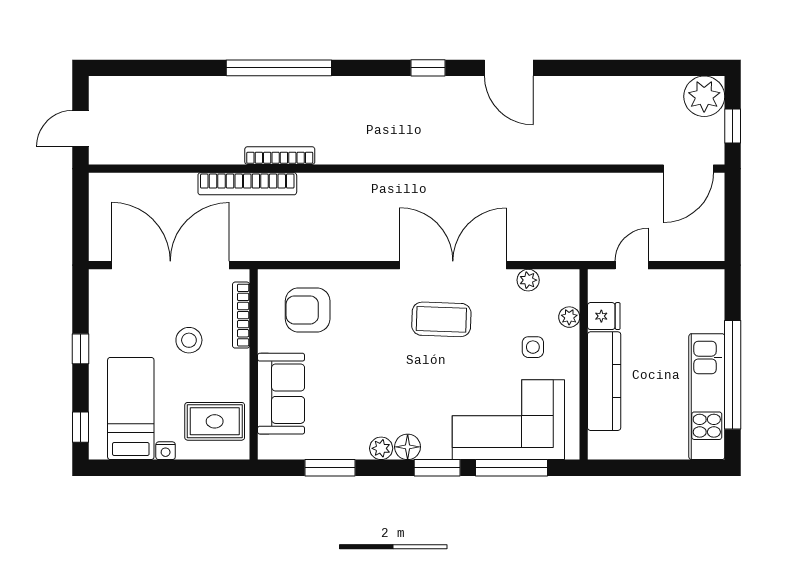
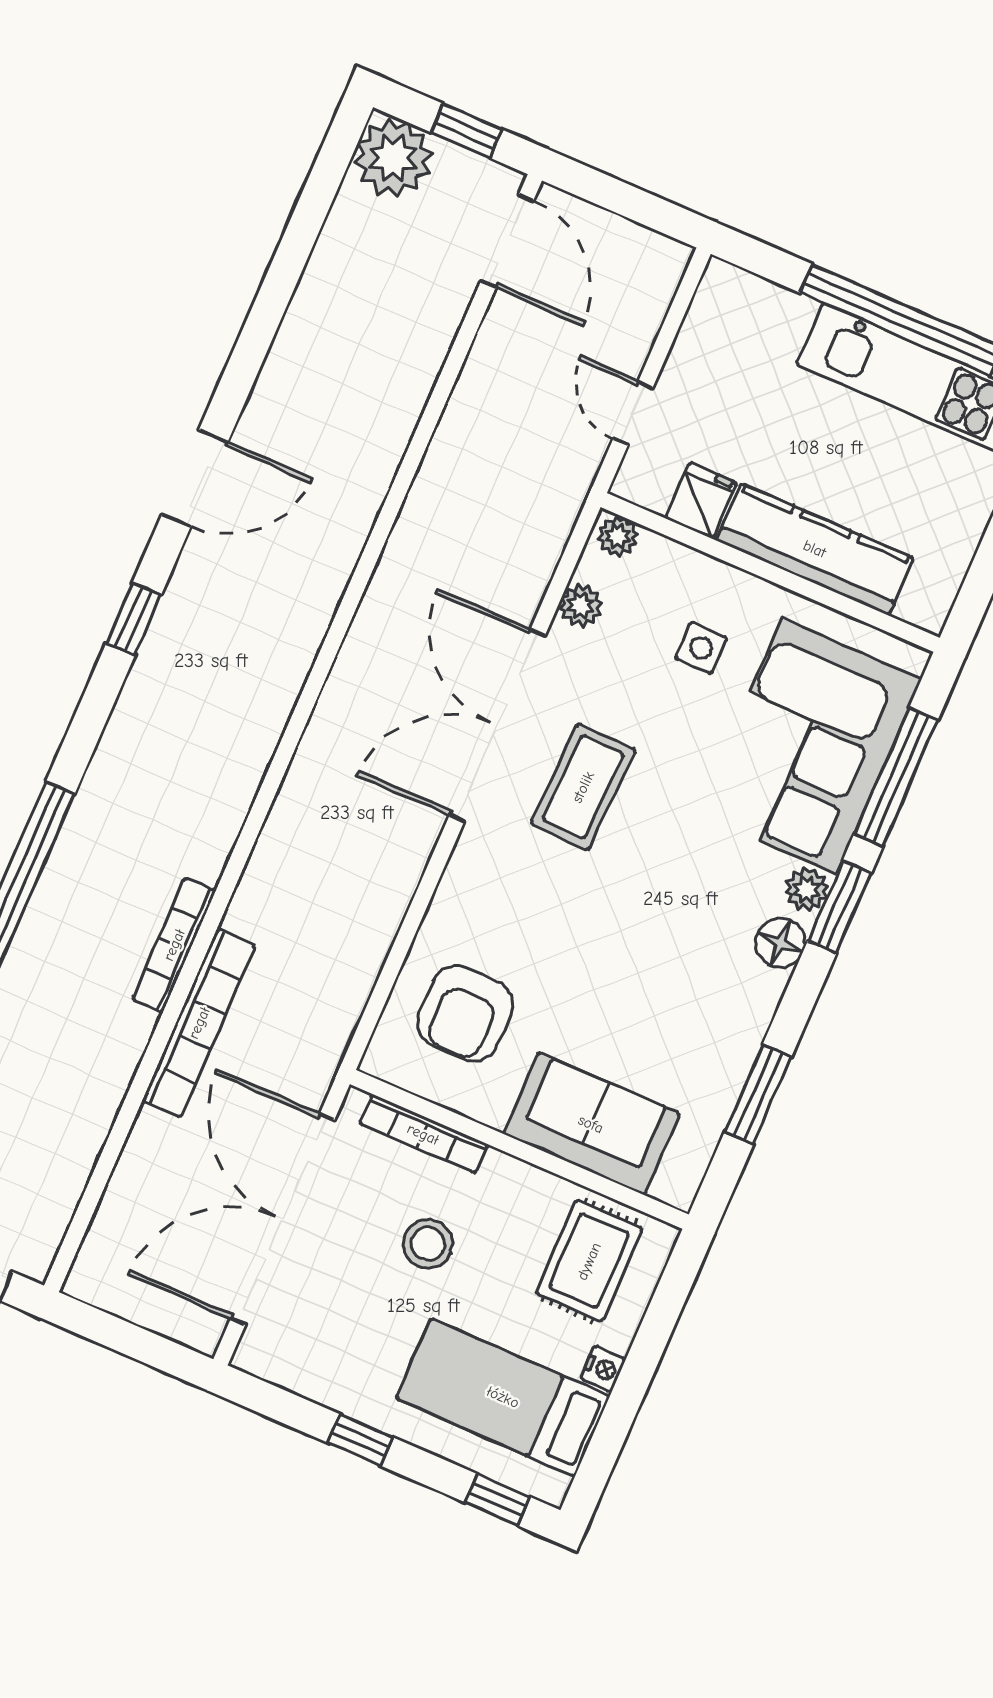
plant: (569, 317) -> (618, 536), moved
plant: (381, 448) -> (807, 889), moved

